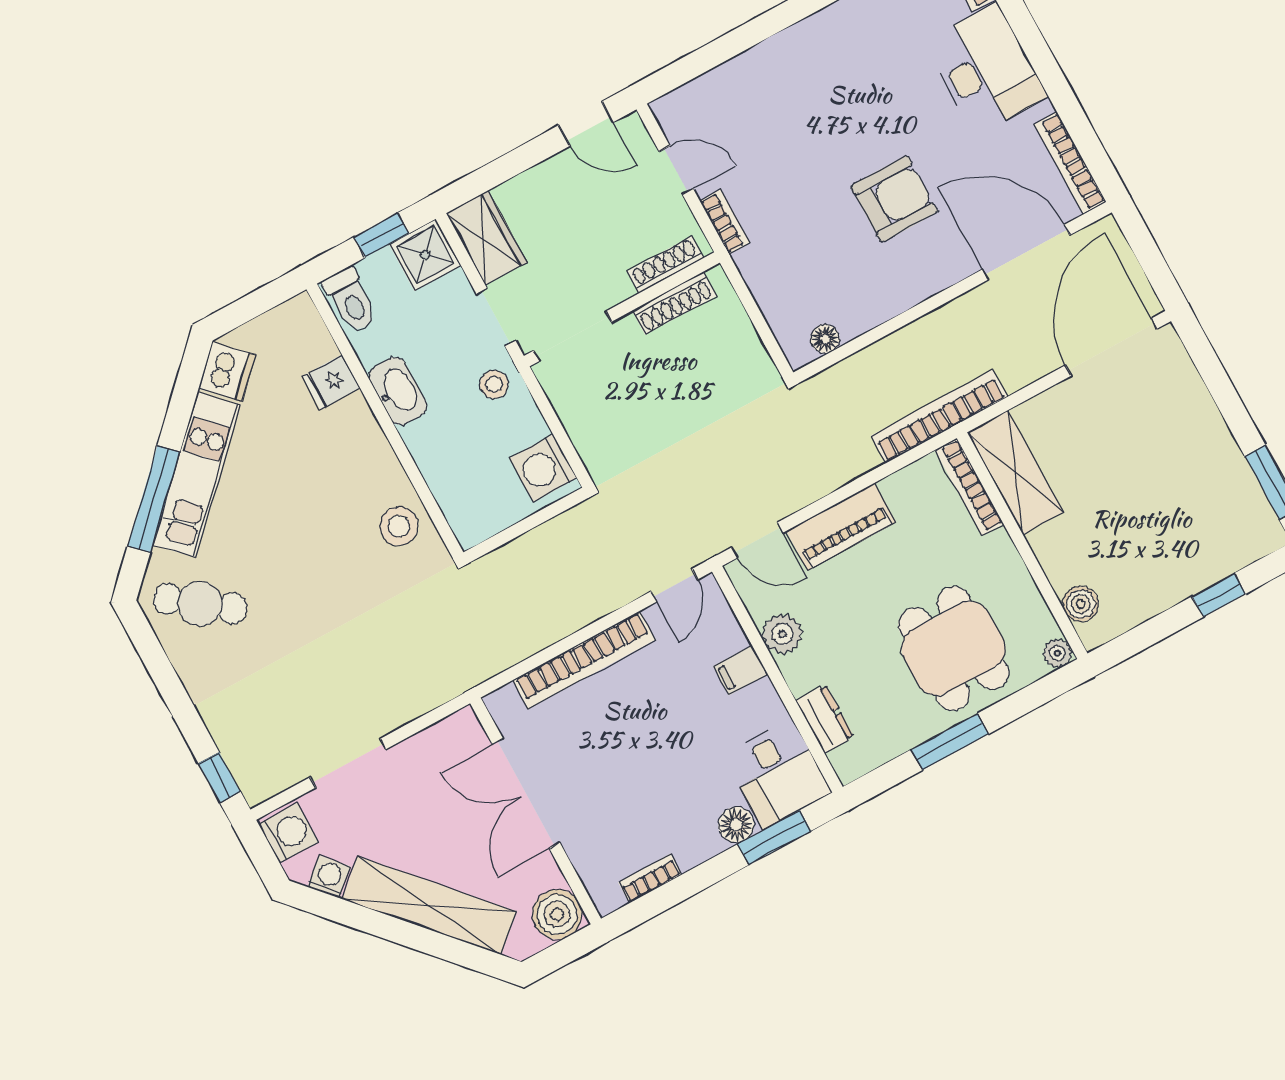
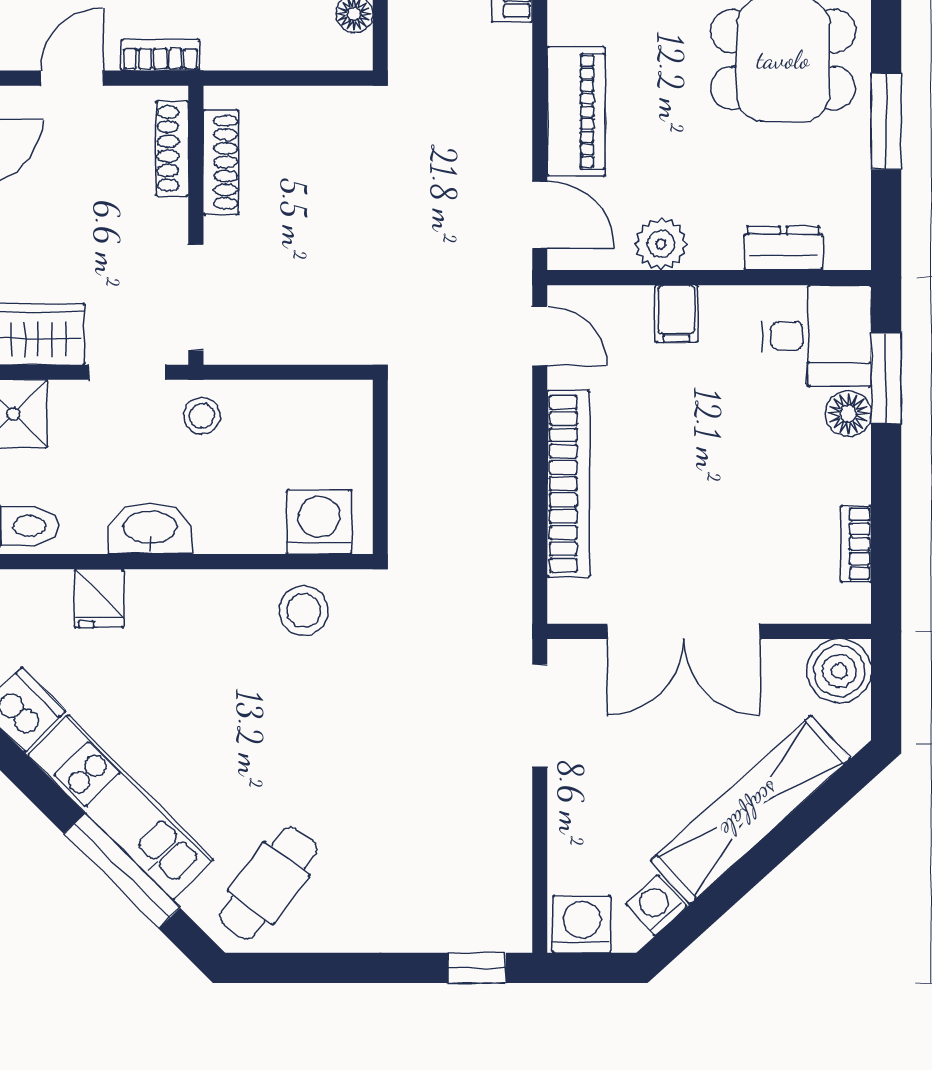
washing machine: (543, 468) -> (319, 522), moved, turned 180
door: (757, 540) -> (540, 215), hinge flipped
doorway: (348, 763) -> (540, 716), moved

